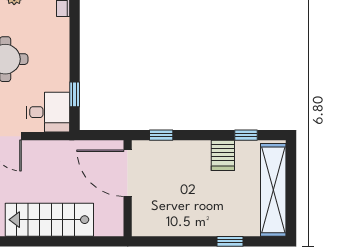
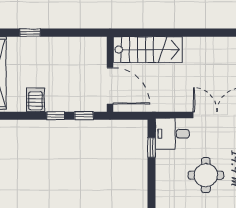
window: (246, 135) -> (56, 116), moved
stairs: (49, 220) -> (148, 50), moved

